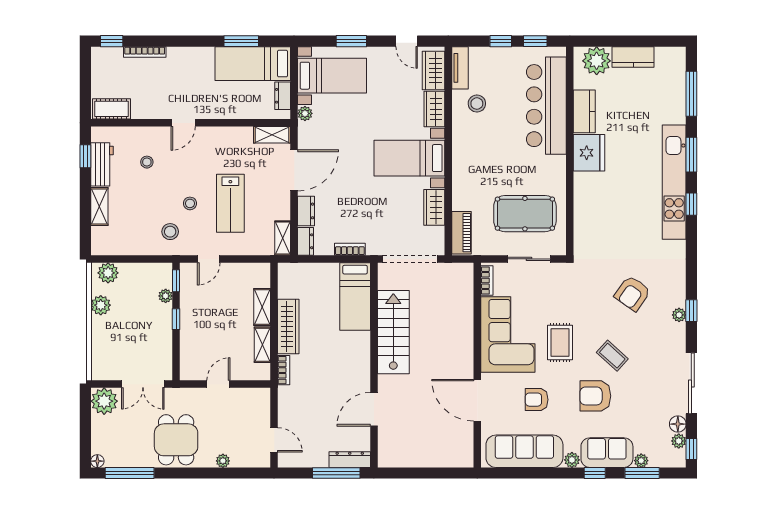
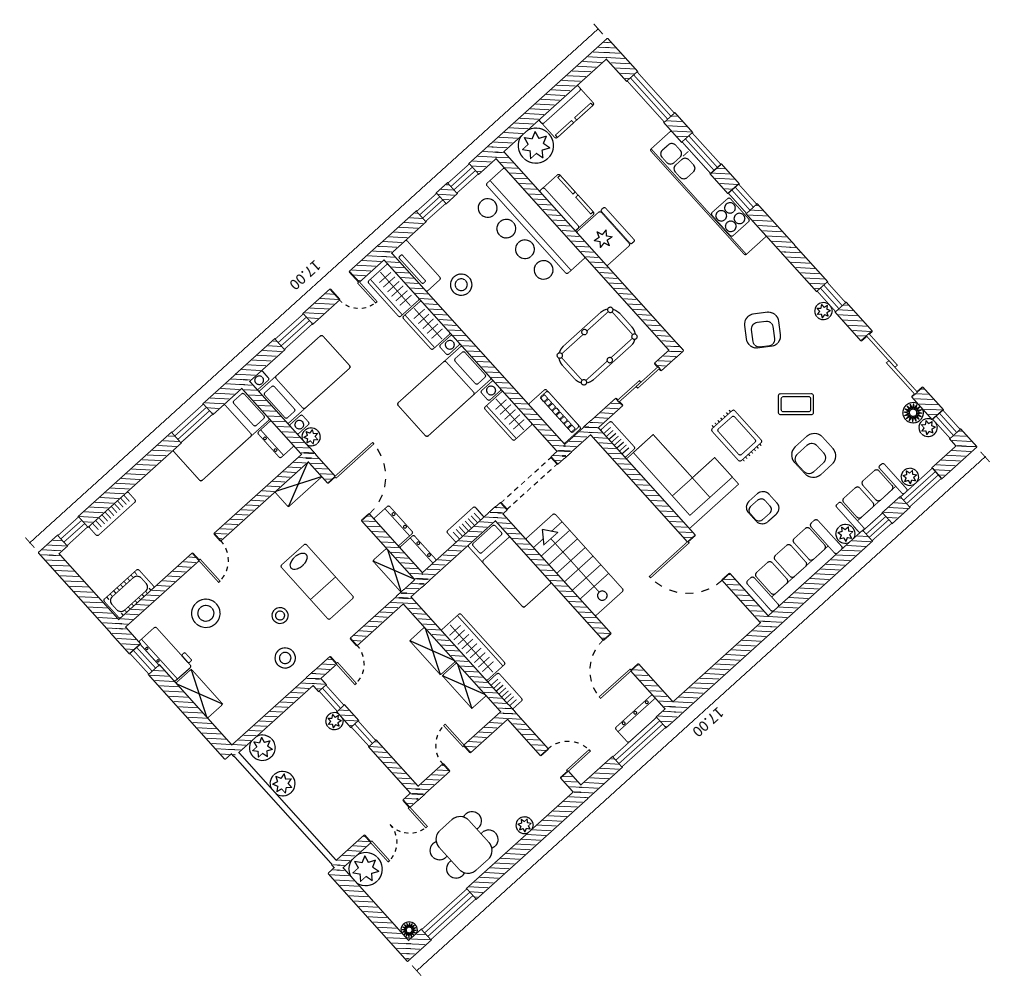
stool: (147, 162) -> (206, 613), width x1.89, depth x1.89
dining table: (176, 440) -> (464, 845), turned 90

